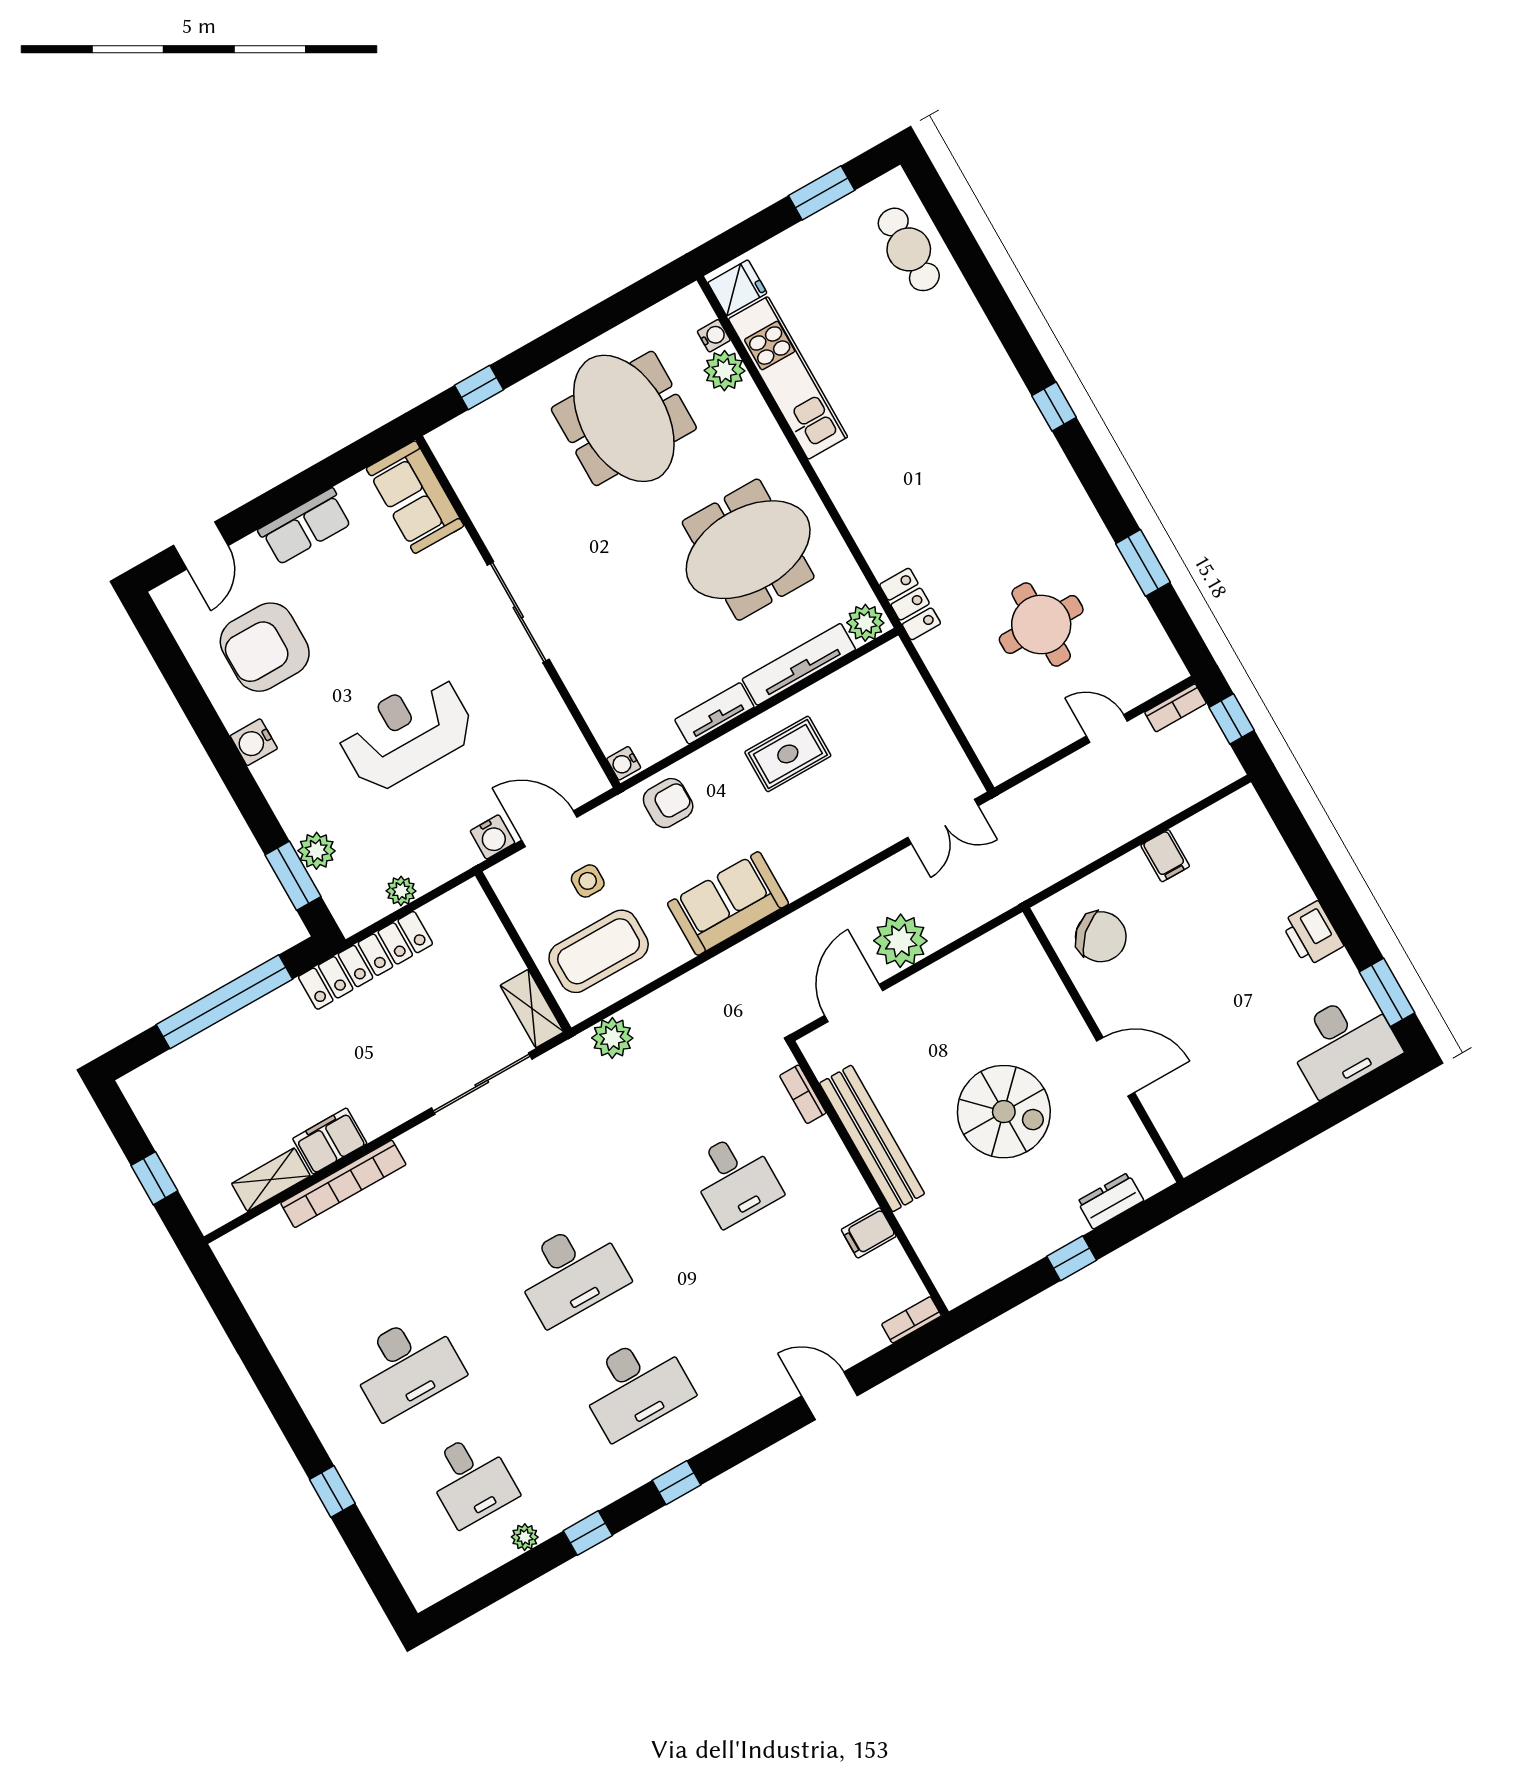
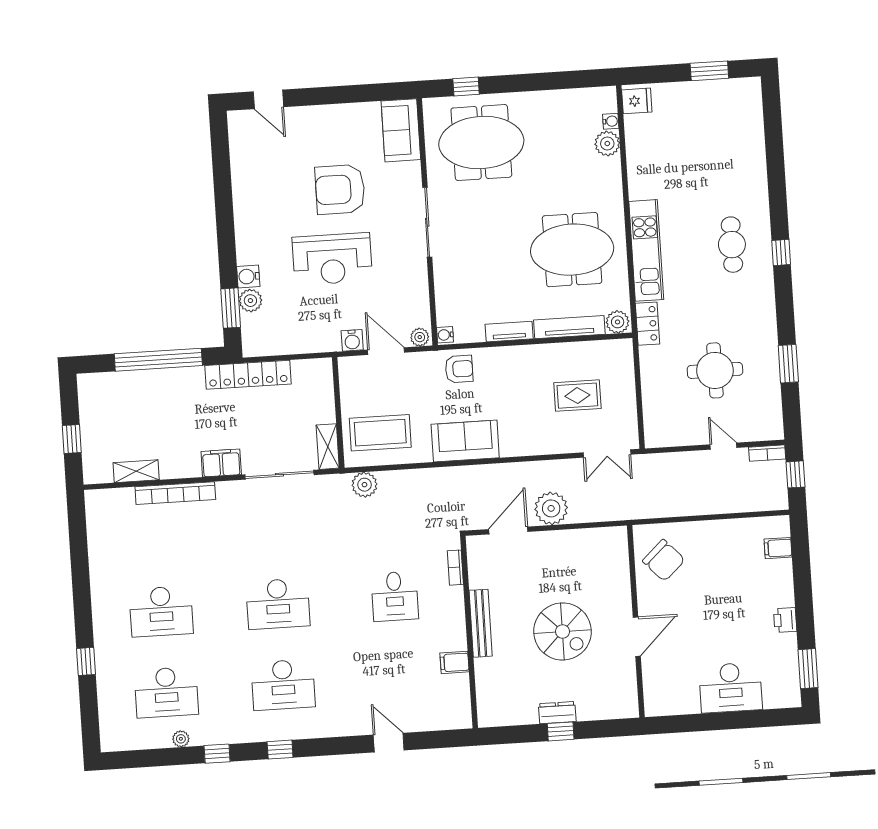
cafe table: (909, 249) -> (732, 245), moved
kitchen unit: (788, 378) -> (646, 250), moved
meeting table: (624, 418) -> (481, 143), moved, turned 90
row of seats: (305, 527) -> (332, 117), removed
door: (201, 546) -> (268, 99), hinge flipped
armchair: (265, 647) -> (340, 189), moved
reception desk: (406, 733) -> (332, 259), turned 180
water cooler: (254, 742) -> (248, 276), moved
rug: (788, 754) -> (577, 396), moved
filing cabinet: (1165, 856) -> (778, 548), moved, turned 90
side table: (588, 881) -> (393, 391), removed
plant: (401, 891) -> (420, 337), moved
printer: (1312, 934) -> (785, 620), width x0.73, depth x0.81
desk: (1343, 1043) -> (730, 688), moved
door: (1115, 1067) -> (637, 637), hinge flipped
bench: (872, 1138) -> (481, 623), width x0.73, depth x0.82
filing cabinet: (330, 1141) -> (221, 463), moved
dresser: (1110, 1201) -> (557, 713), moved
bookcase: (911, 1320) -> (455, 722), removed
desk: (471, 1480) -> (166, 692), width x1.37

